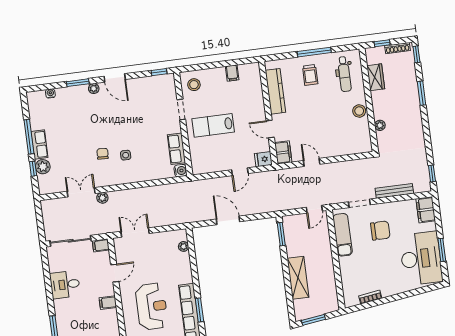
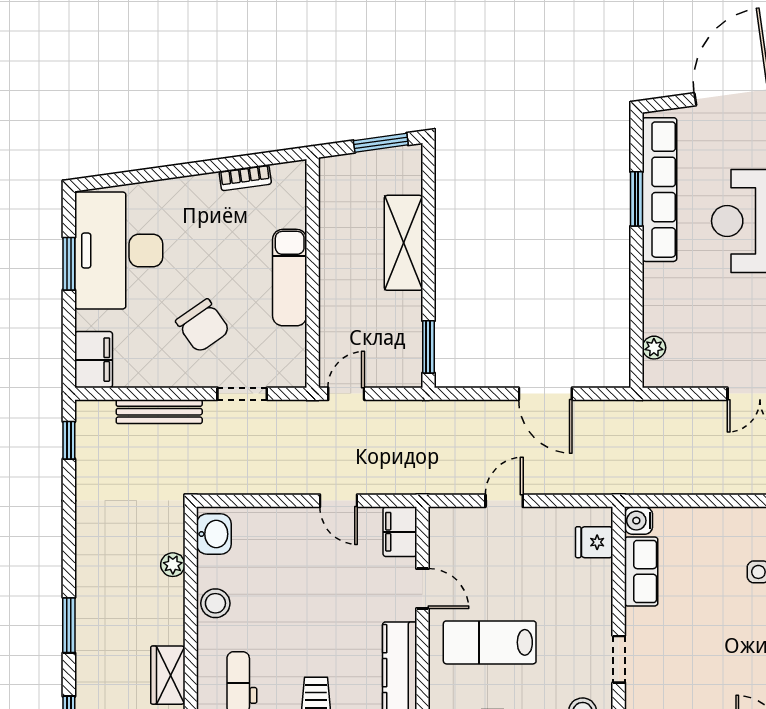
lab bench: (213, 125) -> (490, 642), moved, turned 180
washbasin: (364, 141) -> (214, 534), added
fridge: (263, 159) -> (594, 542), moved, turned 180
chair: (380, 231) -> (203, 326), turned -125
exam couch: (343, 235) -> (290, 278), moved

